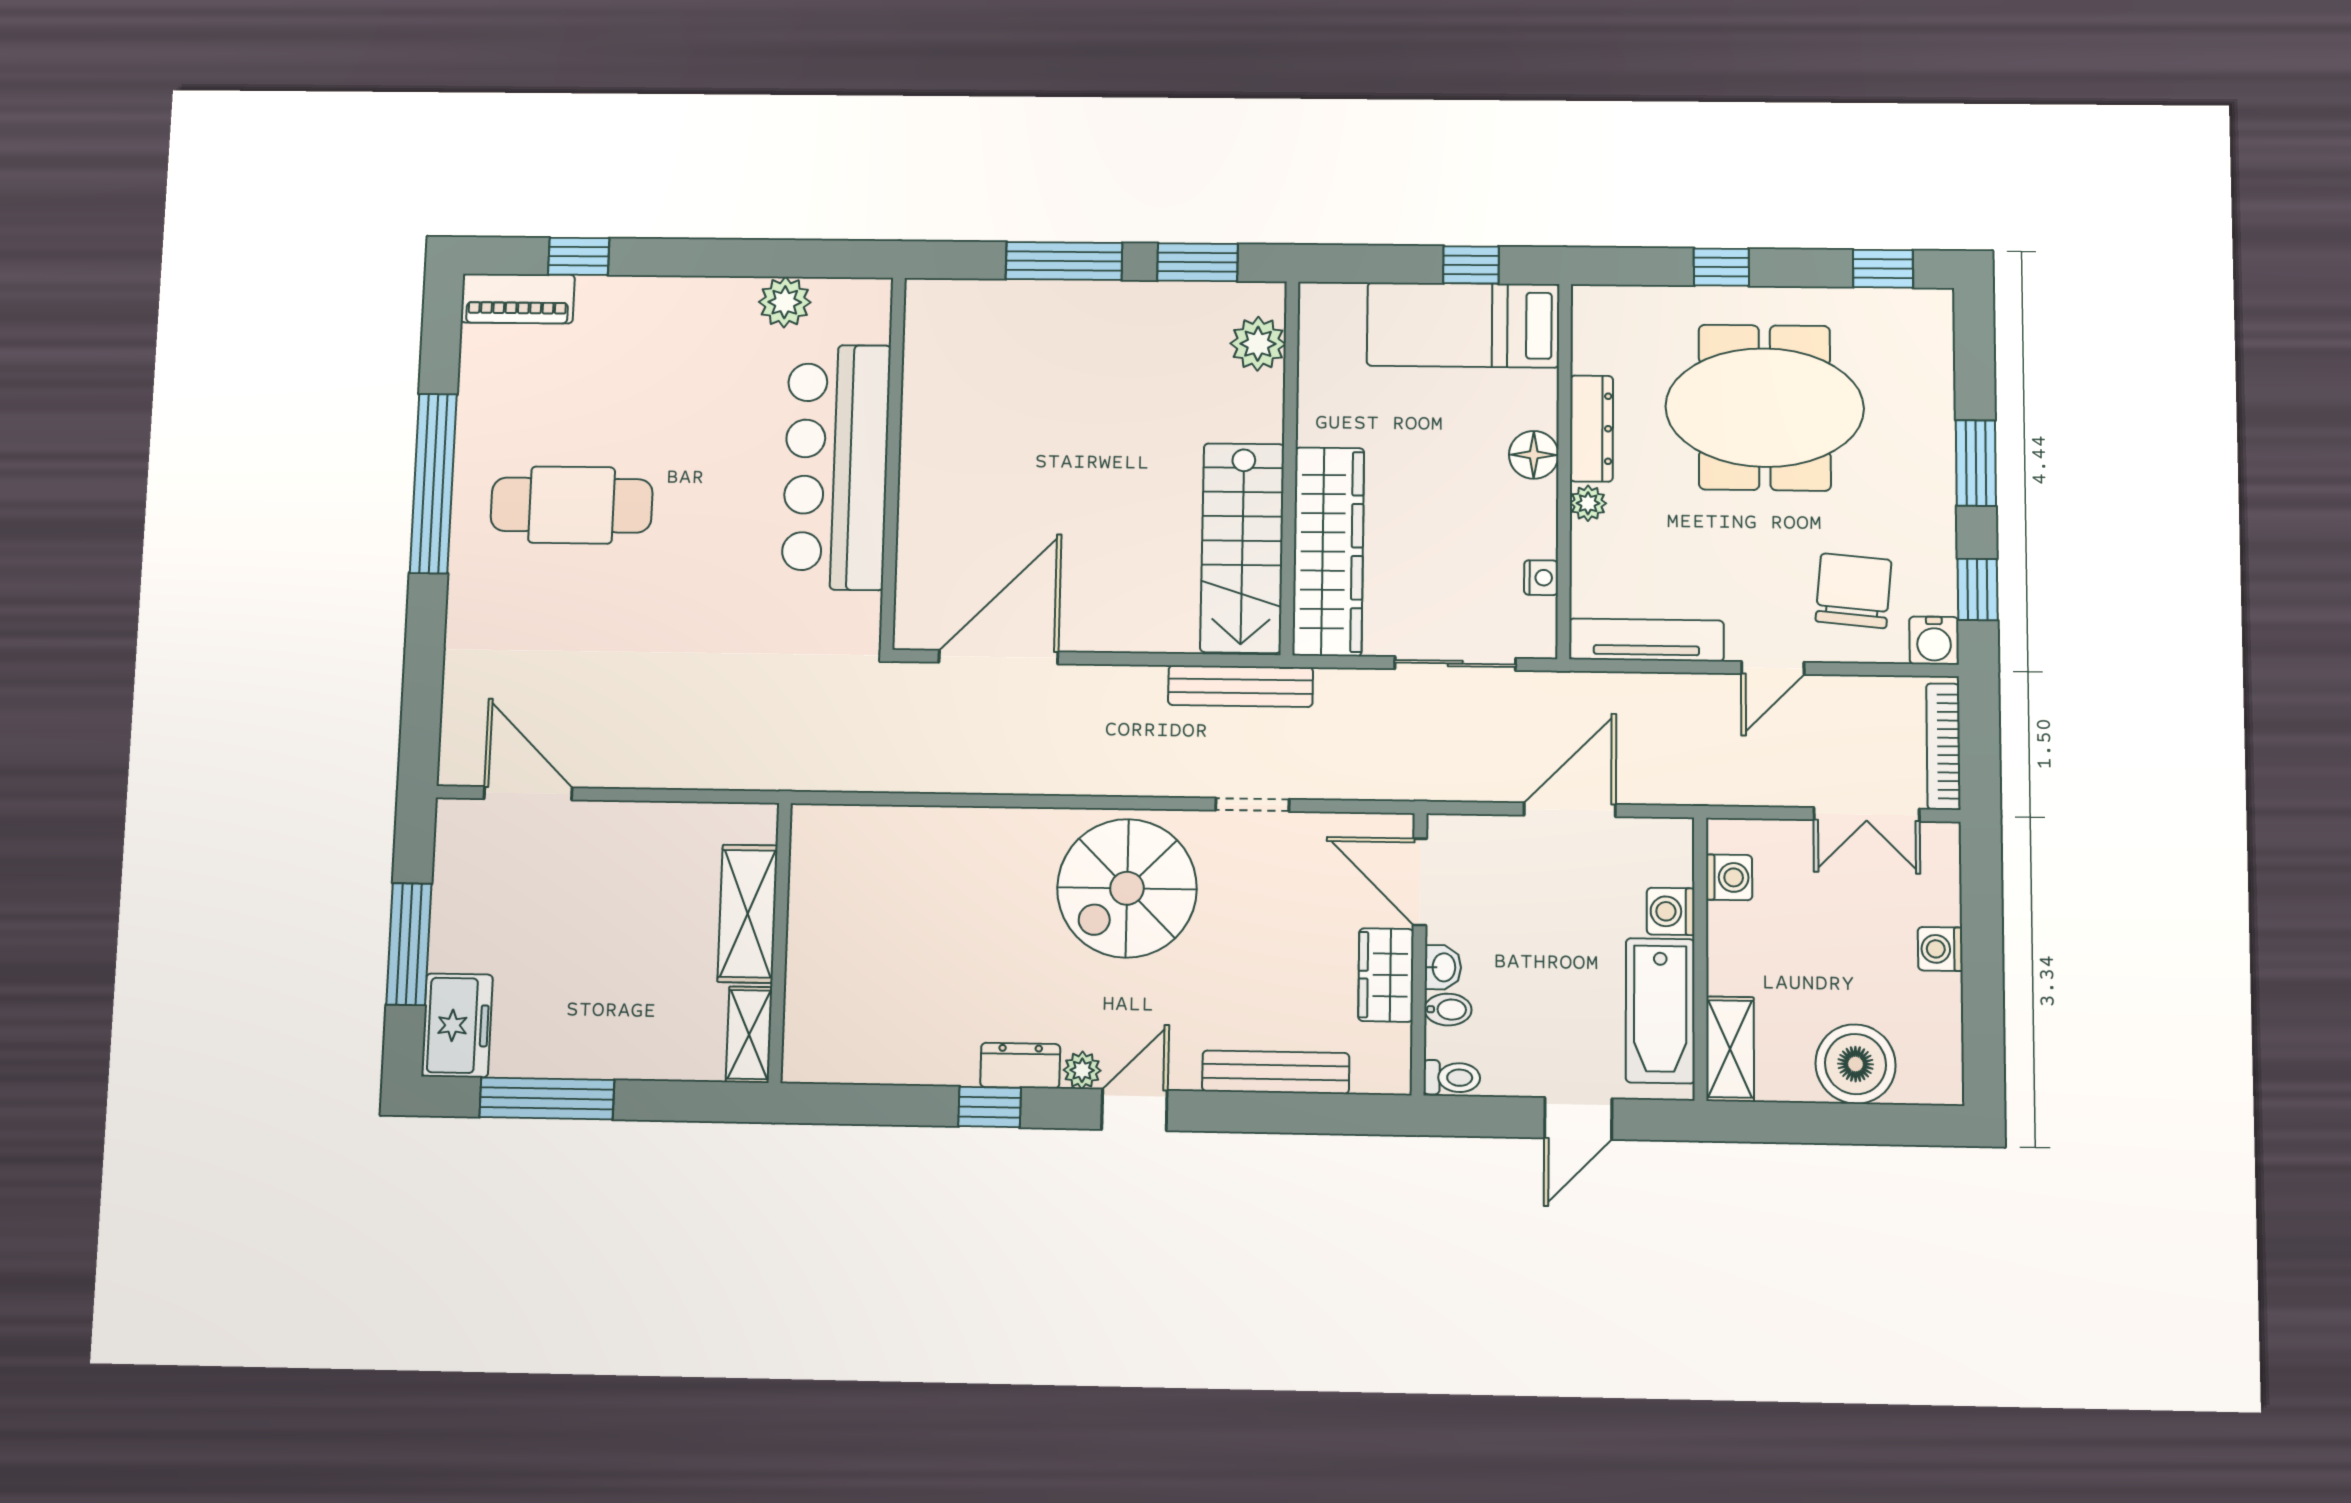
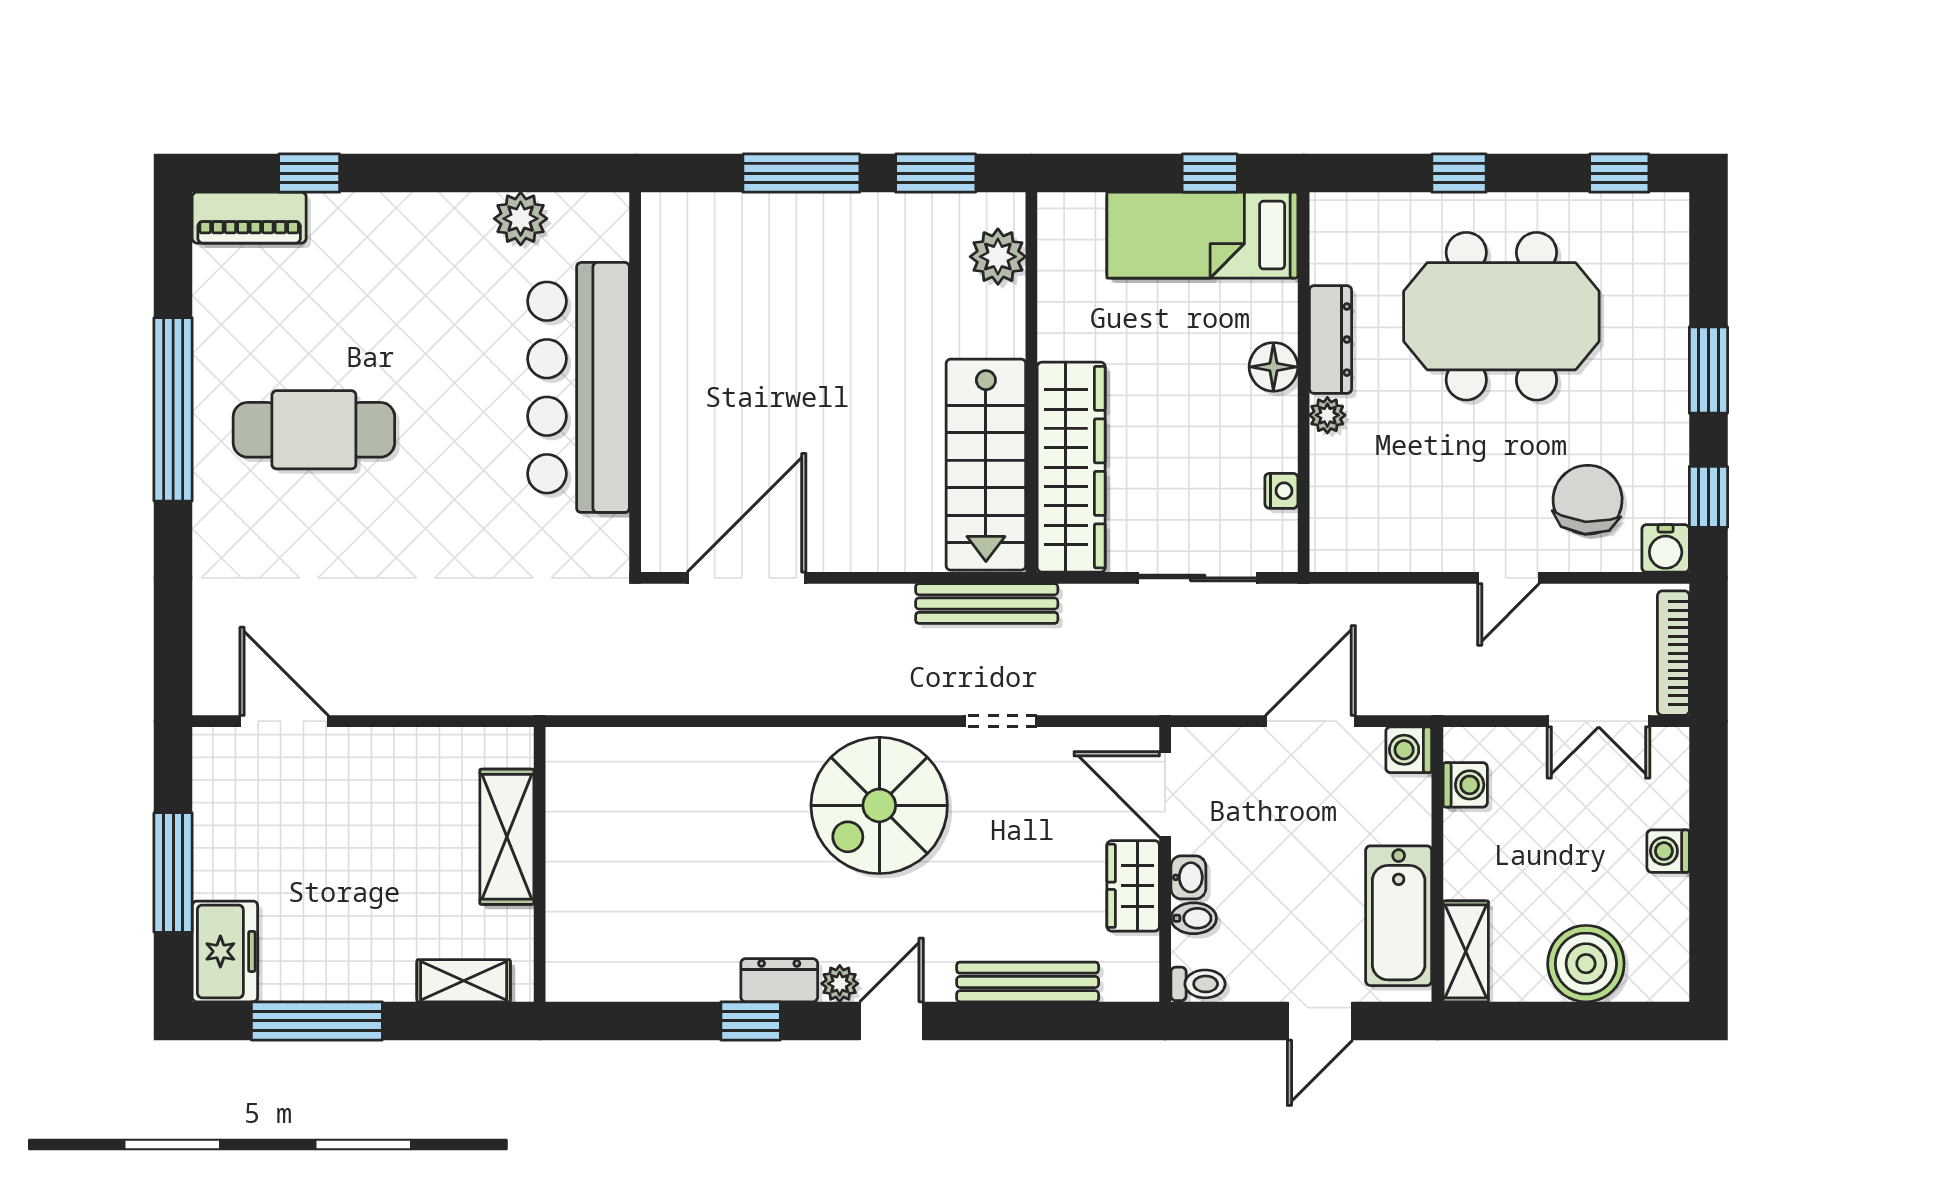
tv unit: (1646, 640) -> (1385, 552), removed
washing machine: (1671, 911) -> (1409, 750), moved
shelving: (749, 1035) -> (464, 981), moved, turned 90

